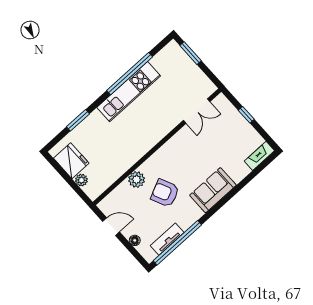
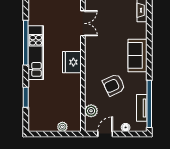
fridge: (71, 161) -> (72, 62), moved, turned -90
plant: (137, 180) -> (91, 111), moved

